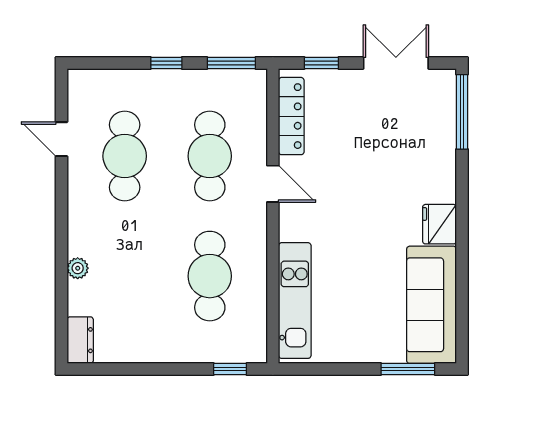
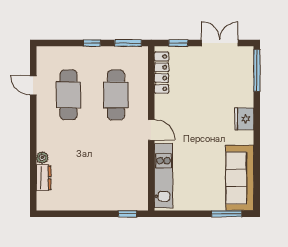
door: (273, 184) -> (151, 130), moved
fridge: (439, 224) -> (244, 119), moved
cafe table: (210, 276) -> (116, 162), removed
dresser: (80, 340) -> (44, 178), moved

